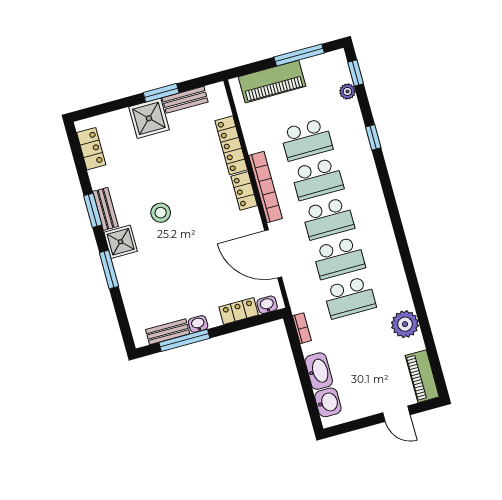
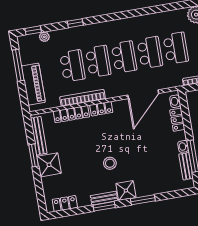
bench: (185, 100) -> (39, 136), width x1.36
bookcase: (265, 187) -> (83, 98), moved

